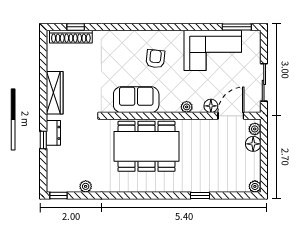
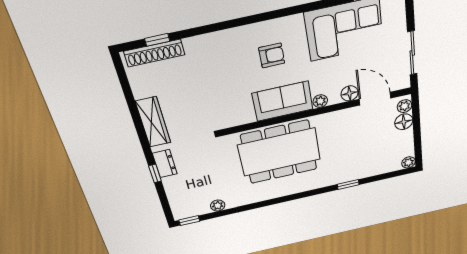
armchair: (155, 59) -> (272, 55), turned 84
sofa: (136, 100) -> (283, 101), moved
door: (231, 116) -> (375, 99), hinge flipped

